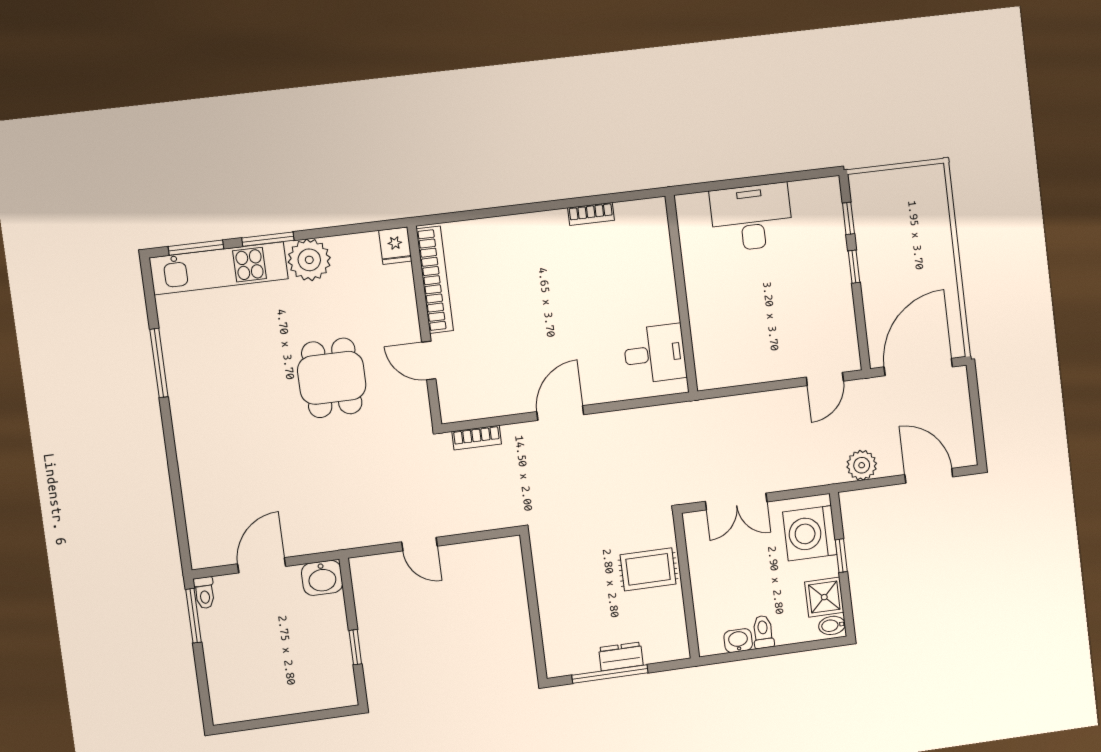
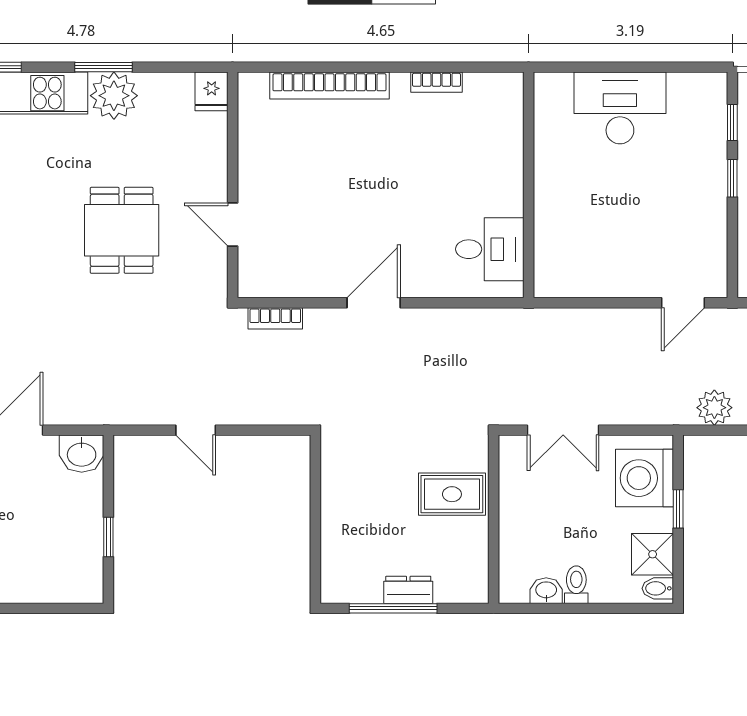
window: (268, 239) -> (103, 67), moved
bookcase: (435, 280) -> (329, 86), moved, turned 90

